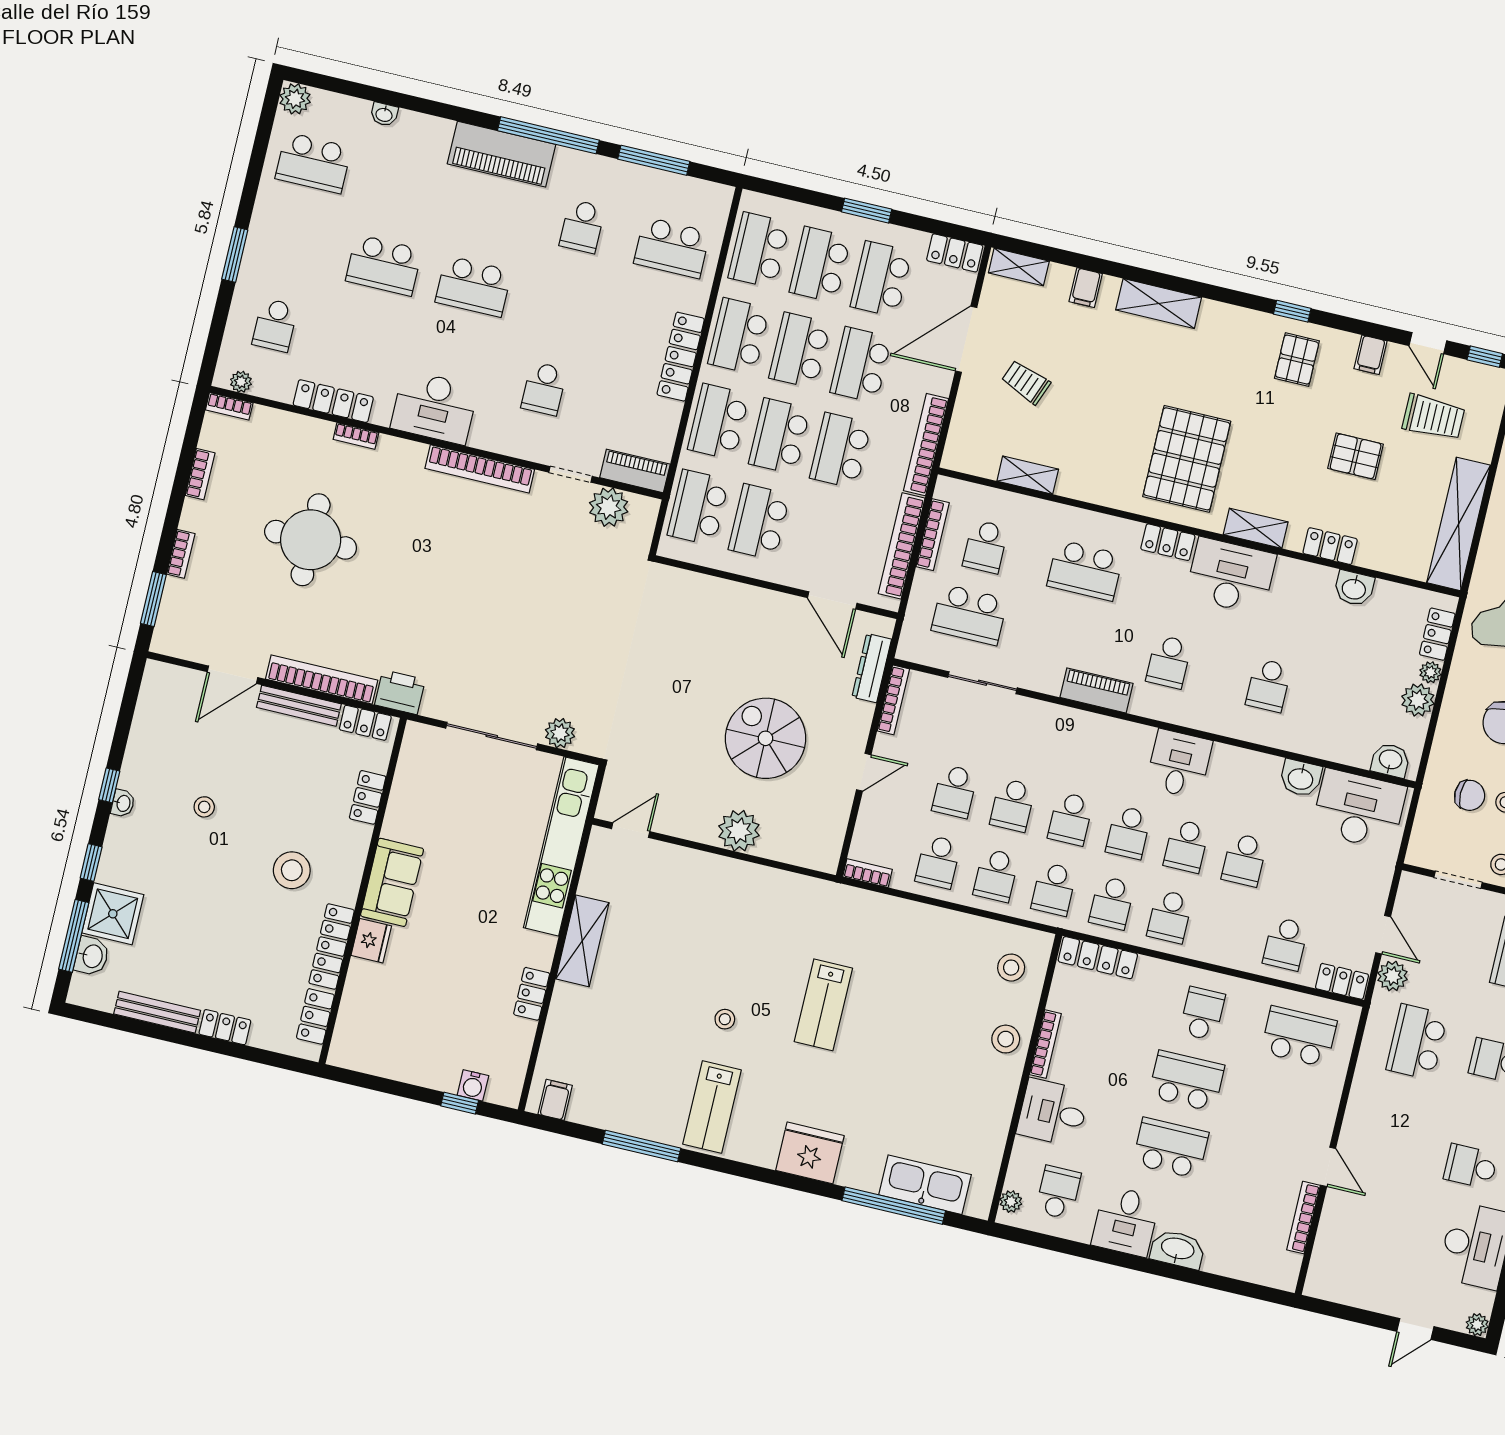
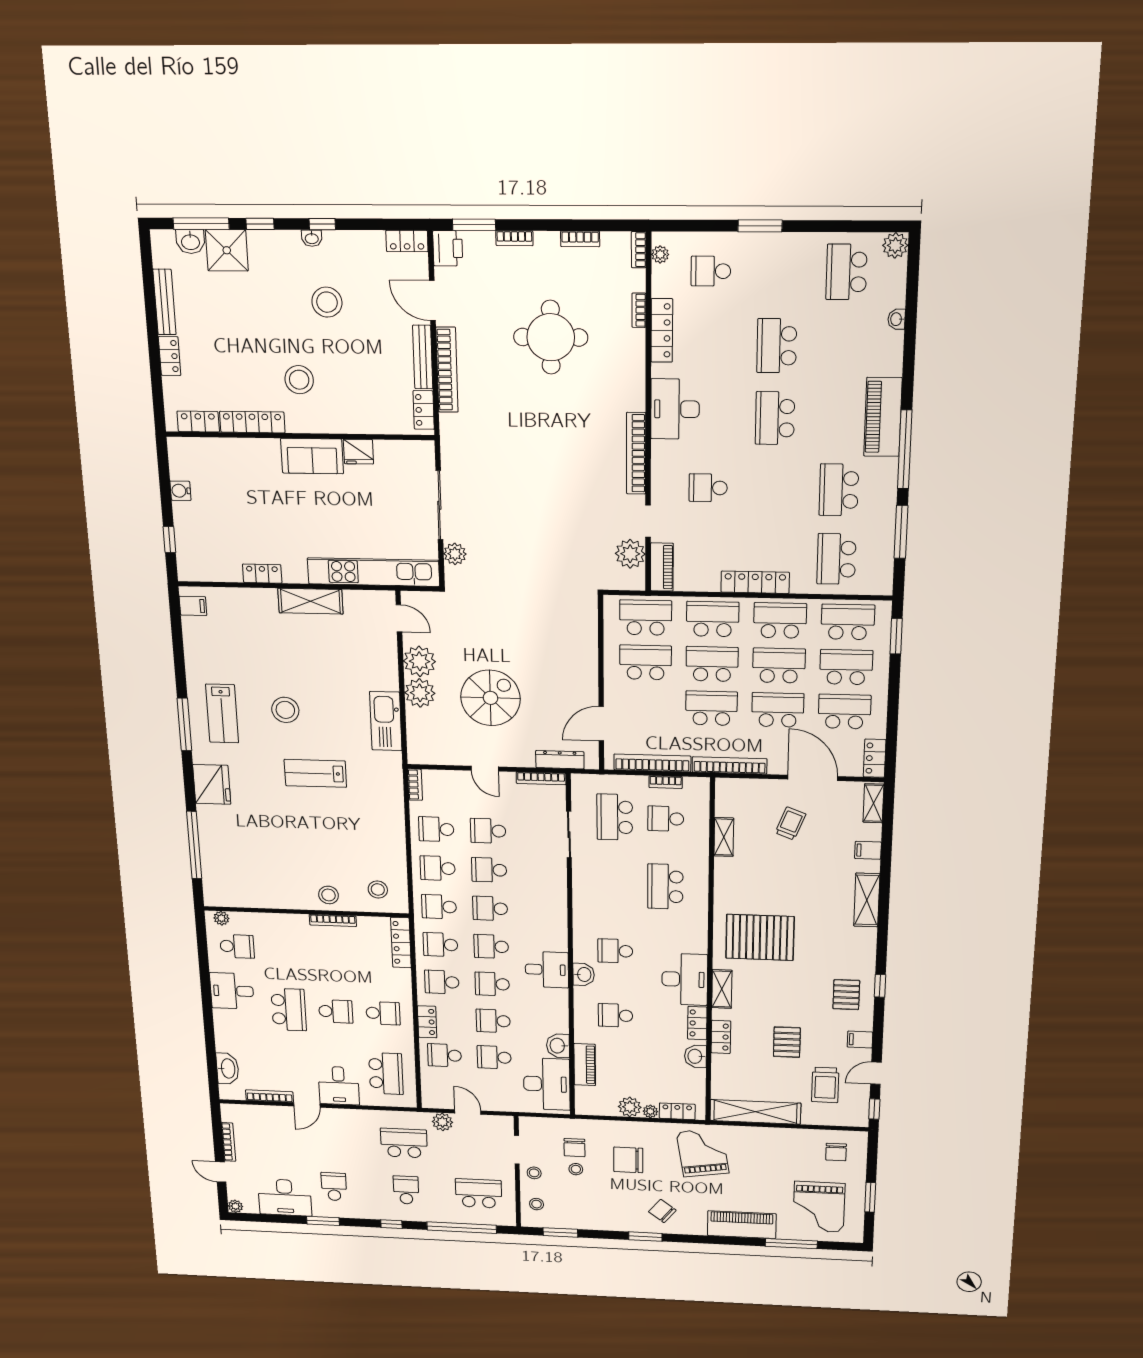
window: (867, 211) -> (896, 636), moved
school desk: (582, 226) -> (839, 490), width x1.85
pallet: (1297, 360) -> (846, 995), turned 90
bookcase: (356, 436) -> (639, 310), moved
bookcase: (933, 535) -> (666, 782), width x0.64
locker: (1168, 542) -> (697, 1023), moved
piano: (1097, 690) -> (585, 1065), moved
printer: (400, 692) -> (448, 248), moved
washbasin: (1390, 760) -> (584, 974), moved
locker: (368, 797) -> (407, 241), moved, turned 180
stool: (204, 807) -> (327, 302), width x1.89, depth x1.89
plant: (695, 819) -> (419, 661), added
school desk: (1302, 874) -> (494, 1057), added
door: (1383, 935) -> (468, 1112), swing flipped
fridge: (371, 941) -> (358, 452), moved
locker: (1342, 981) -> (427, 1022), moved
stool: (725, 1019) -> (285, 710), width x1.89, depth x1.89
school desk: (1186, 1081) -> (336, 1011), width x0.54
water cooler: (473, 1085) -> (180, 491), moved
lab bench: (712, 1107) -> (222, 713), turned -90
desk: (1053, 1112) -> (339, 1086), moved, turned 180
window: (641, 1146) -> (184, 724), moved
kitchen sink: (925, 1185) -> (386, 721), moved, turned 180
washbasin: (1178, 1249) -> (228, 1068), moved
bookcase: (1368, 1302) -> (228, 1142), added

